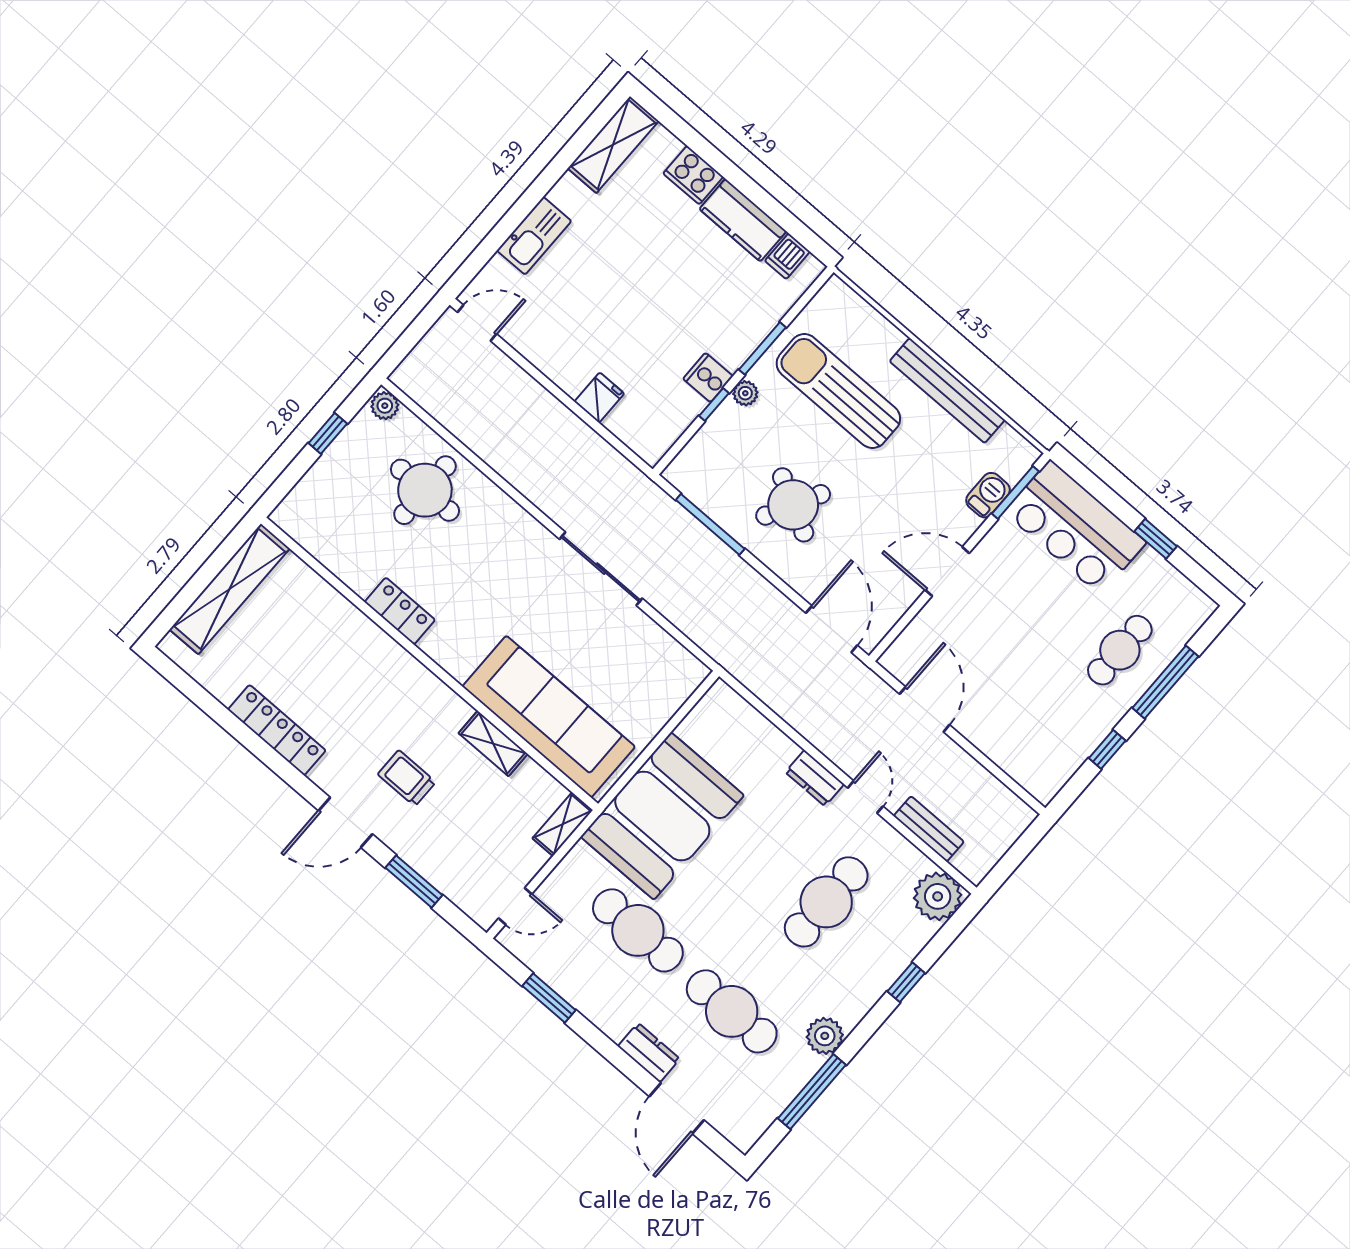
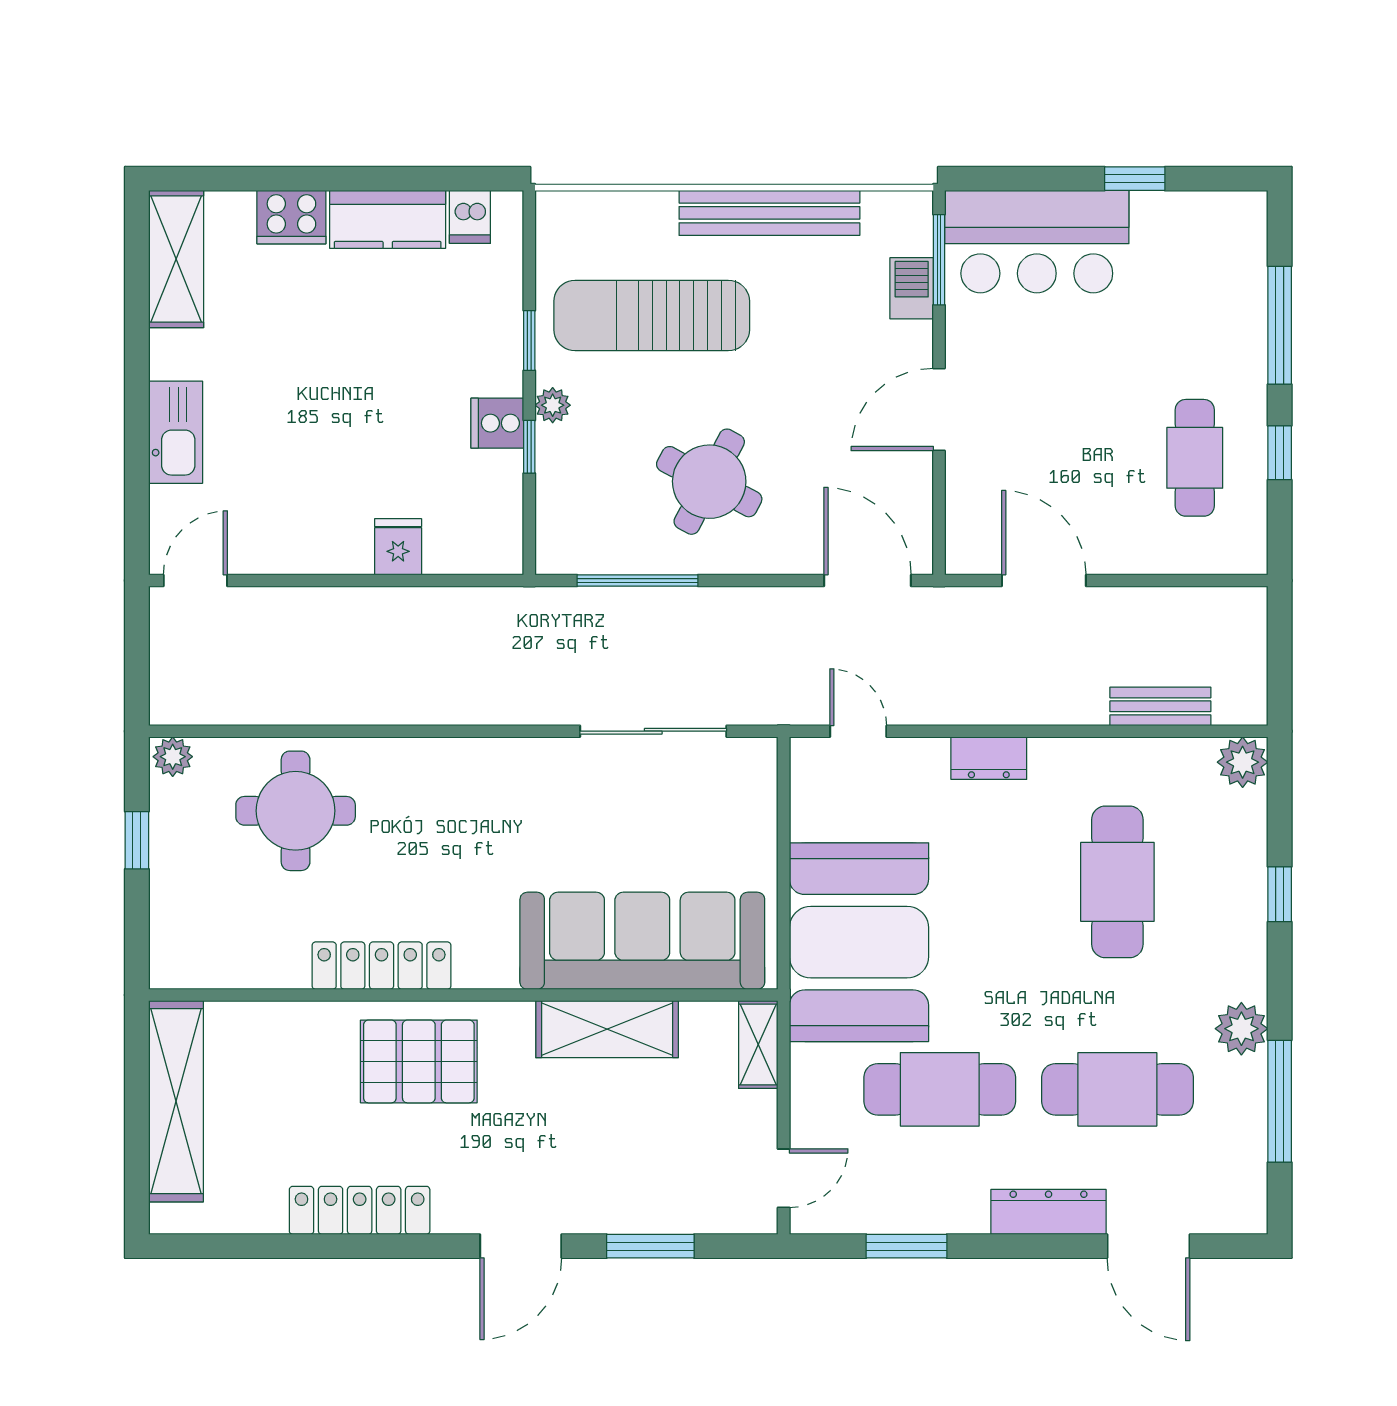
window: (762, 348) -> (529, 340), width x0.67
sliding door: (601, 569) -> (653, 731), moved
locker: (400, 611) -> (382, 966), width x1.53
cafe table: (1120, 650) -> (1195, 458), moved
pallet: (376, 679) -> (419, 1061), added
shelving: (493, 743) -> (607, 1029), width x1.50, depth x1.33
trolley: (407, 778) -> (546, 1141), removed
door: (865, 797) -> (858, 731), moved
plant: (938, 896) -> (1243, 762), width x0.73, depth x0.73
dresser: (649, 1053) -> (1049, 1212), width x1.44

